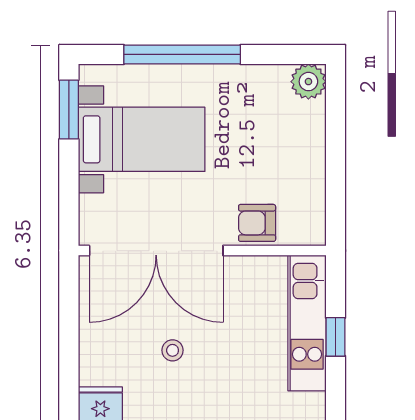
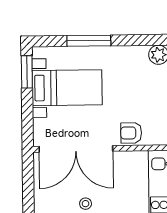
window: (182, 54) -> (89, 41), width x0.68

